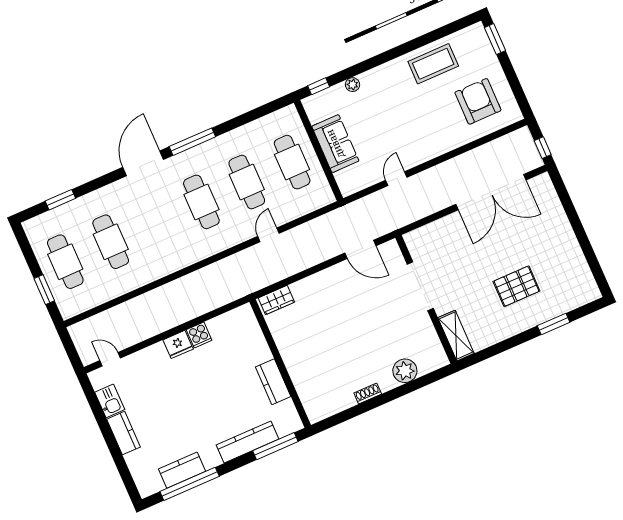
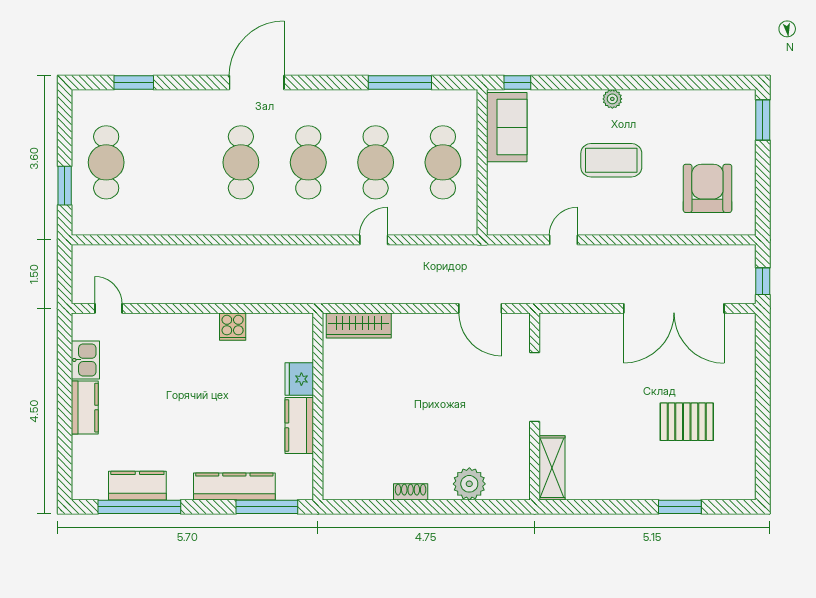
coffee table: (433, 64) -> (611, 160), moved
plant: (353, 85) -> (612, 99), moved
window: (192, 142) -> (400, 83), moved
sofa: (335, 144) -> (507, 127), moved
cafe table: (111, 242) -> (241, 162), moved
pallet: (516, 286) -> (687, 422), moved
wardrobe: (276, 300) -> (359, 325), width x1.50
fridge: (178, 344) -> (299, 379), moved, turned 90

